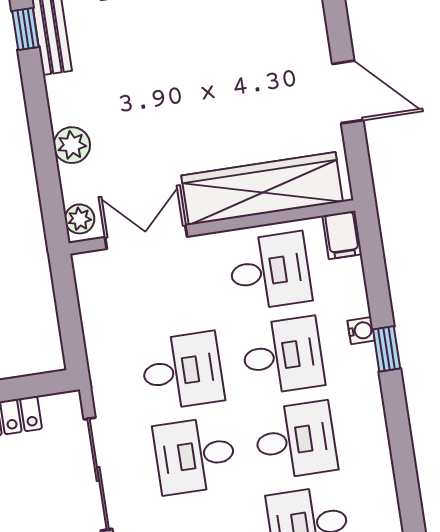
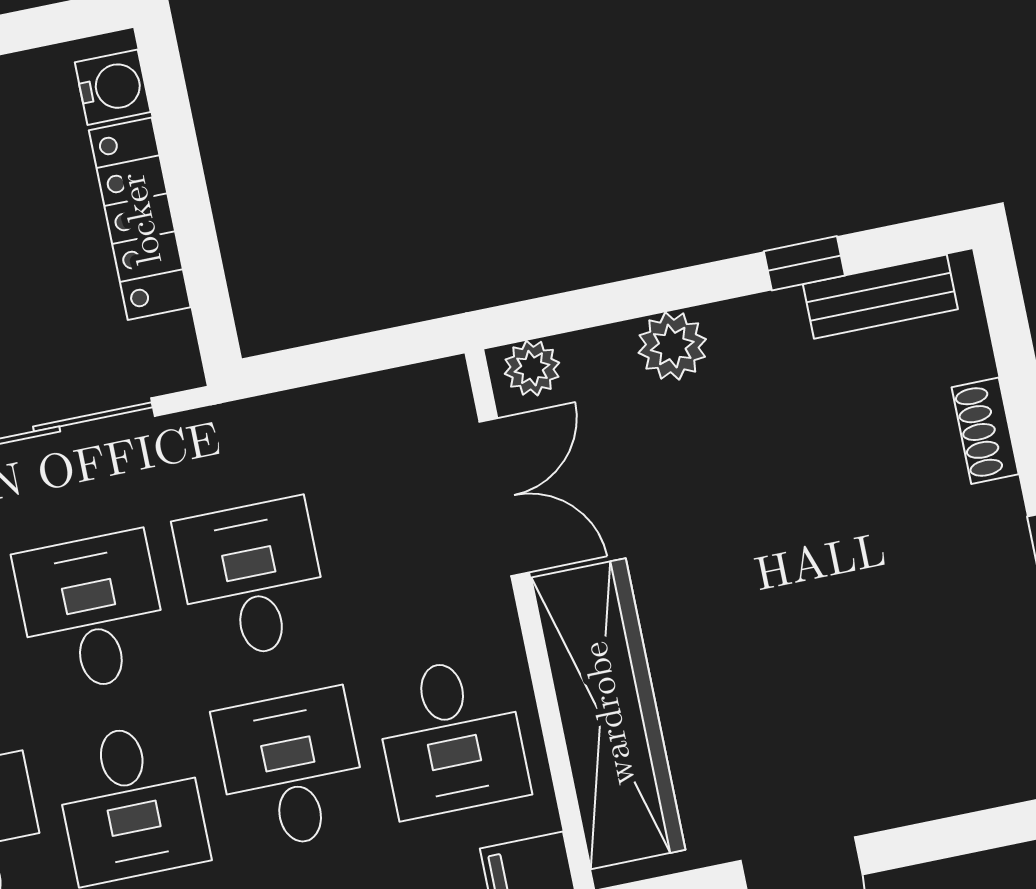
window: (25, 29) -> (804, 263), moved
desk: (283, 356) -> (291, 770), turned 180
desk: (182, 371) -> (252, 579), turned 180

